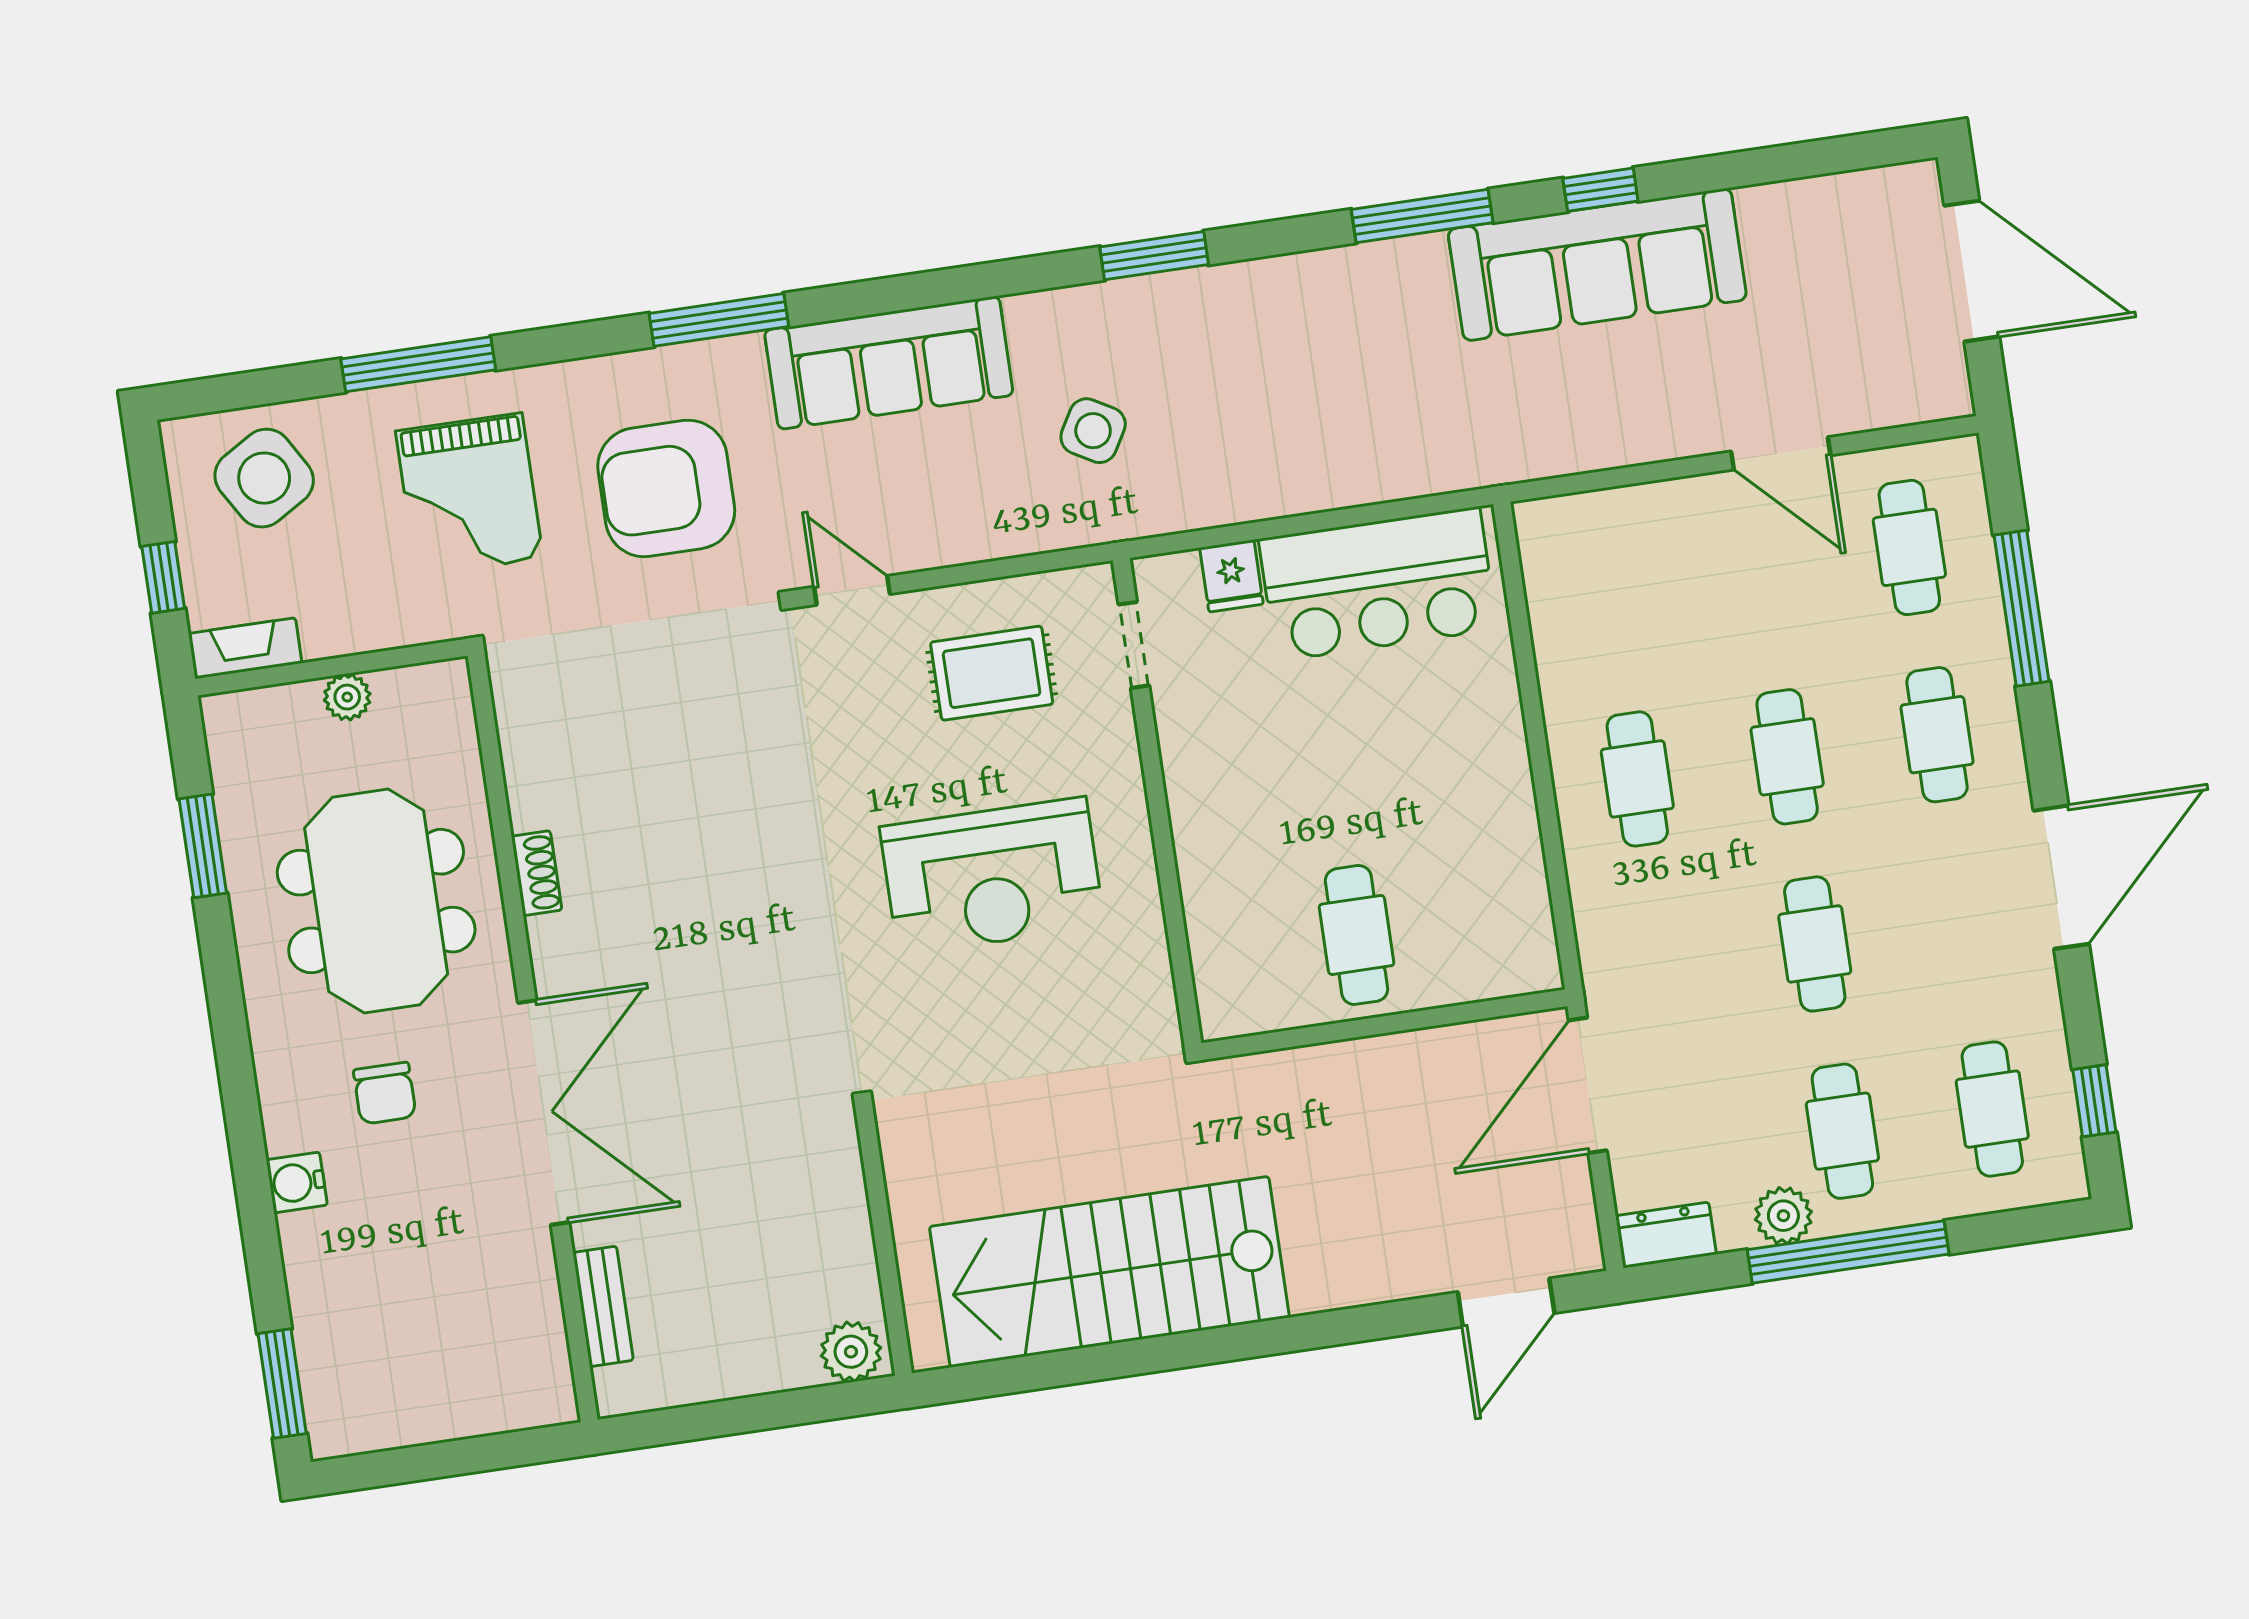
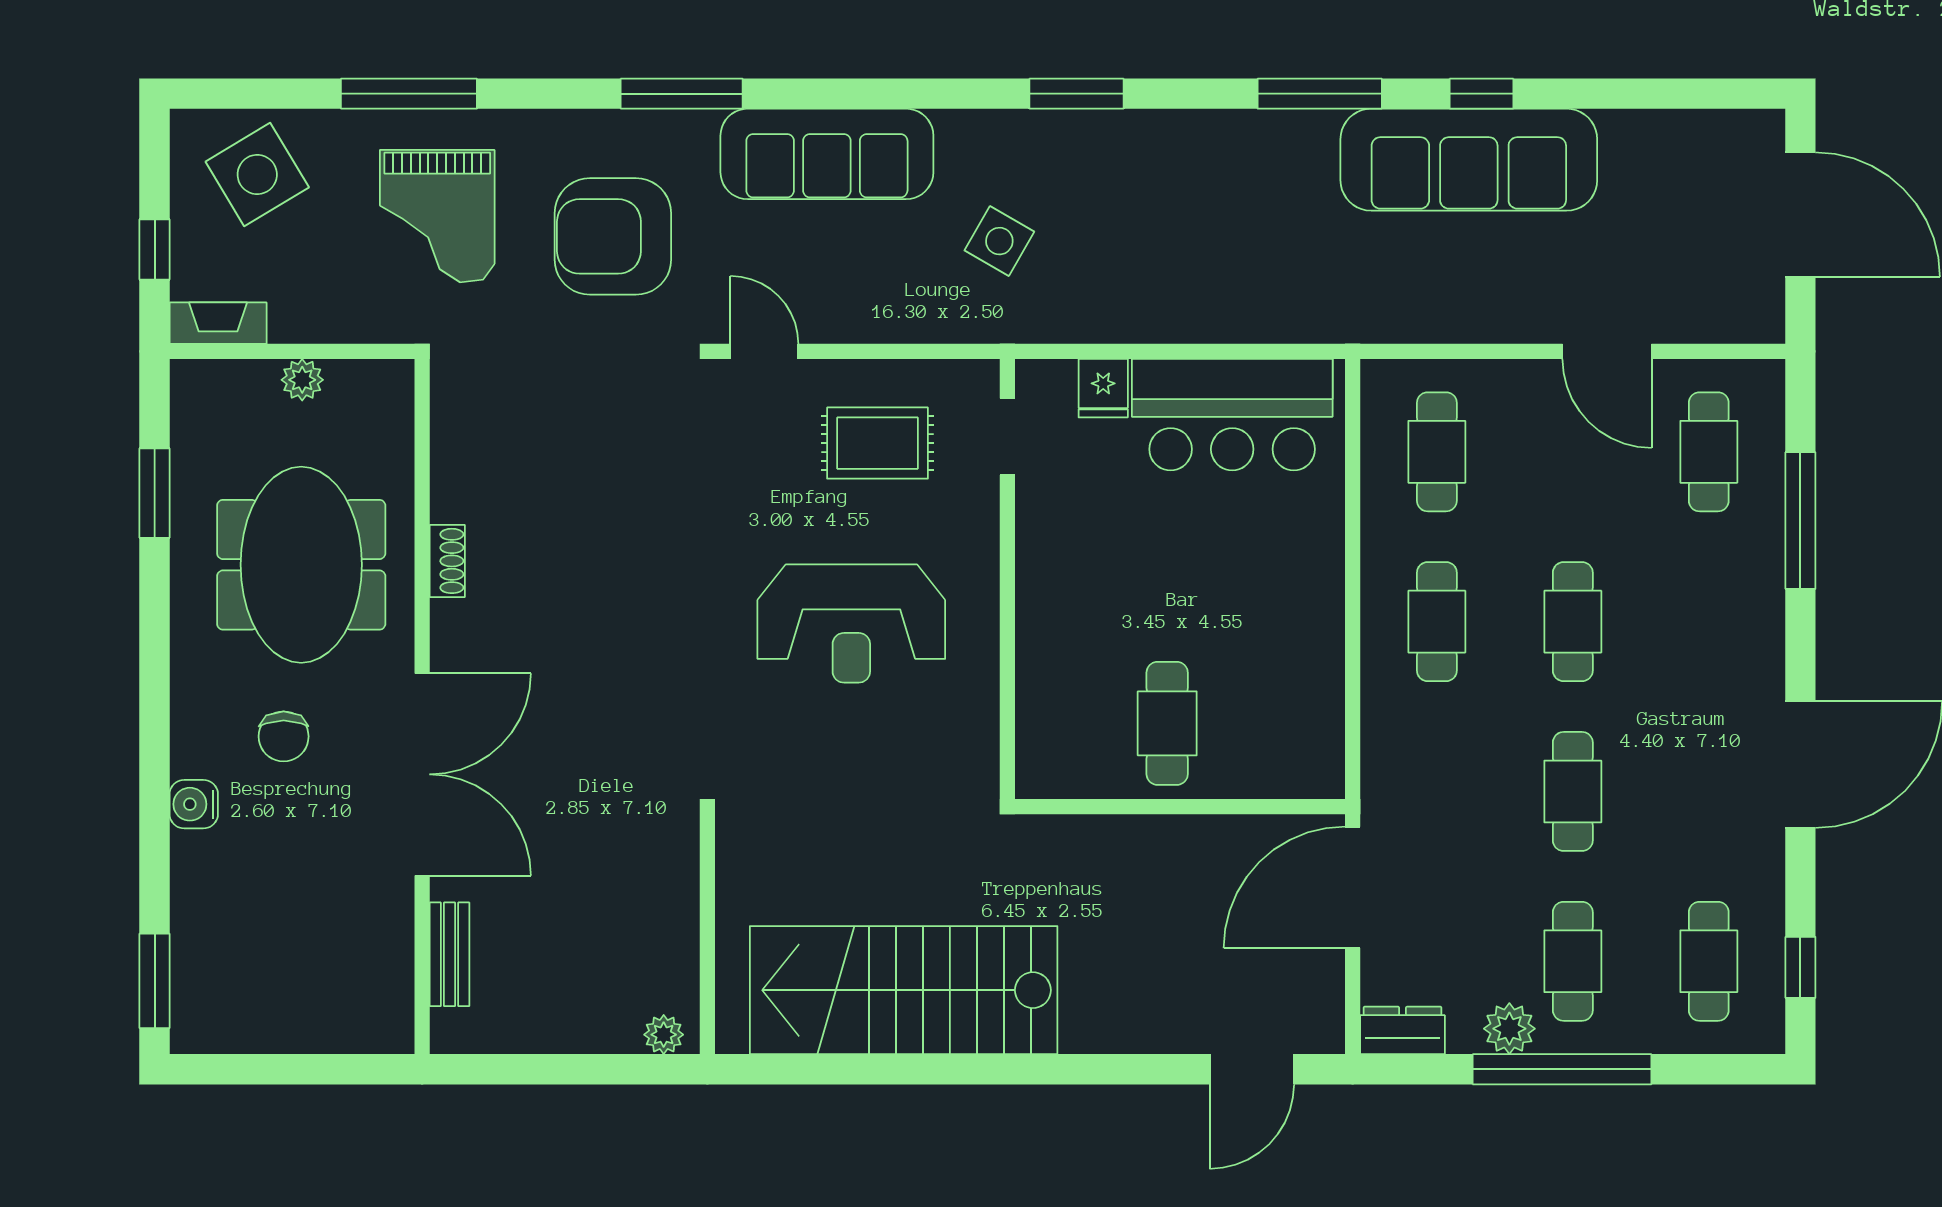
cafe table: (1937, 735) -> (1437, 452), moved
plant: (851, 1352) -> (664, 1035), width x0.73, depth x0.73

